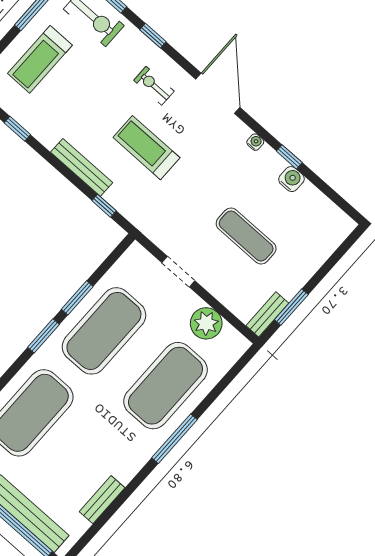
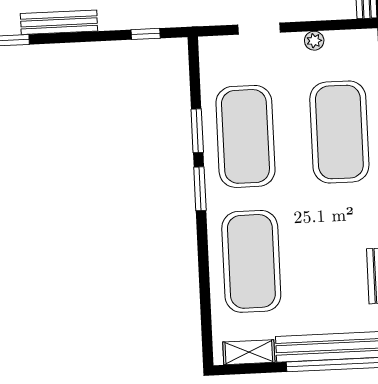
bench: (82, 167) -> (59, 22), moved
plant: (206, 323) -> (314, 41), width x0.53, depth x0.53

